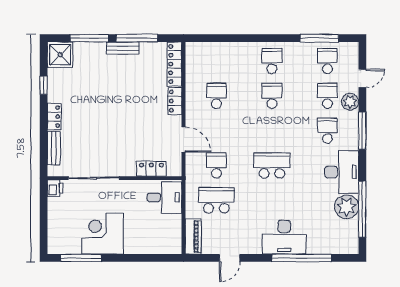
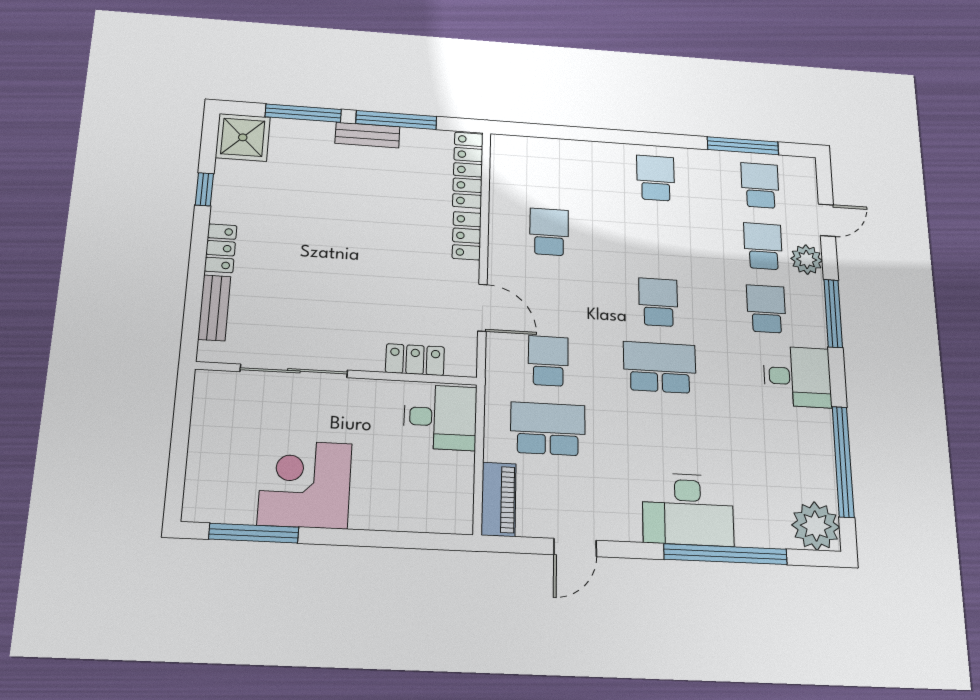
school desk: (272, 96) -> (658, 302), moved
desk: (342, 172) -> (797, 377), width x0.73
printer: (55, 188) -> (210, 387), removed
plant: (347, 207) -> (816, 526), moved

